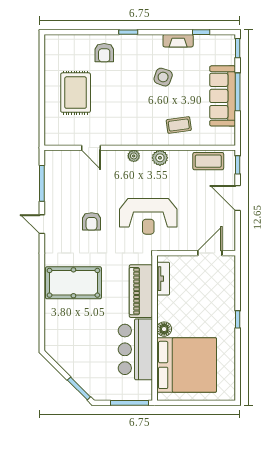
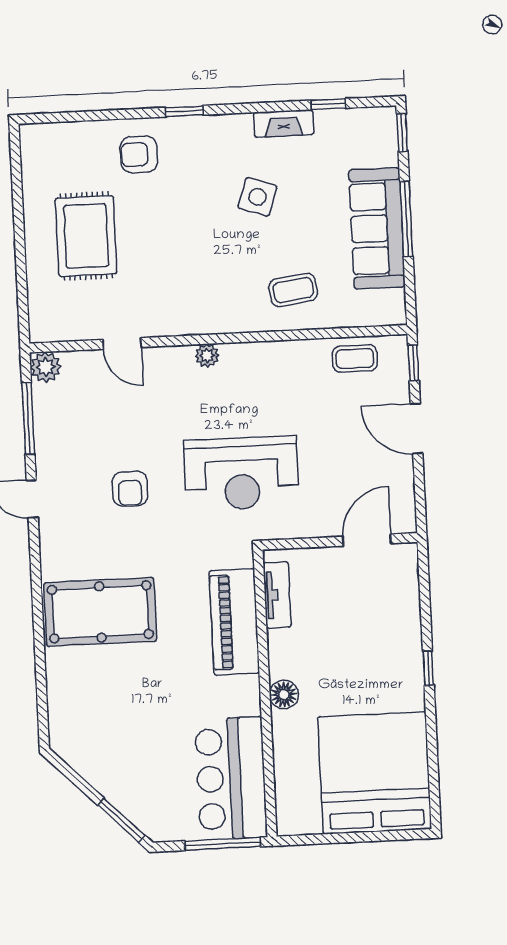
armchair: (104, 53) -> (139, 154), turned 90
plant: (160, 158) -> (46, 367), moved
coffee table: (208, 161) -> (355, 359), width x0.73, depth x0.77
bar counter: (135, 349) -> (231, 778), moved
bed: (187, 365) -> (375, 773), moved, turned -90

